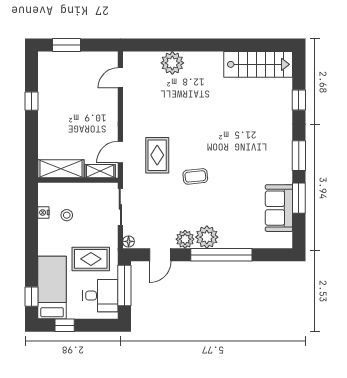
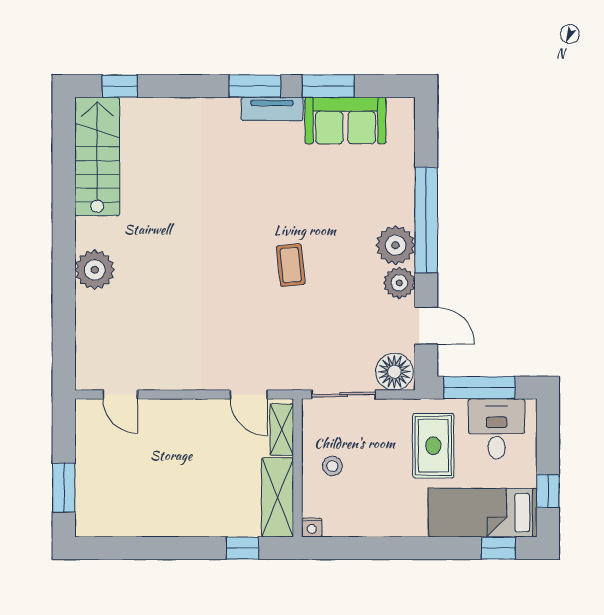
plant: (172, 63) -> (95, 270), moved
window: (299, 100) -> (120, 86), moved
window: (32, 101) -> (243, 548), moved
rug: (157, 155) -> (254, 331), removed
tv unit: (286, 166) -> (272, 109), added
nightstand: (43, 212) -> (312, 528), moved
stool: (67, 215) -> (332, 466), moved
floor lamp: (129, 241) -> (394, 372), width x1.89, depth x1.89

